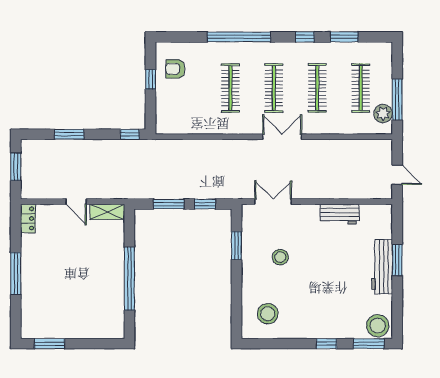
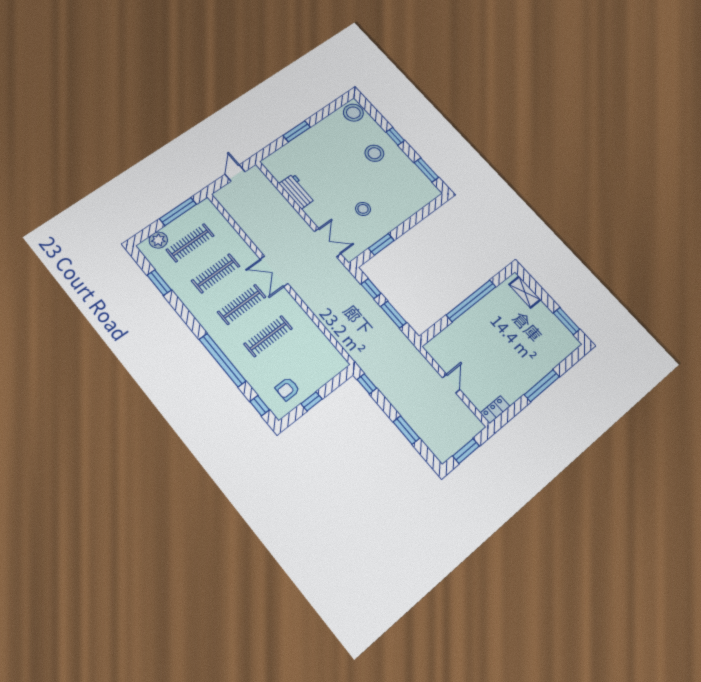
window: (305, 37) -> (260, 406), moved
armchair: (175, 69) -> (287, 389), turned 90
plant: (383, 114) -> (158, 240), moved
double door: (273, 202) -> (328, 243), swing flipped
shelving: (107, 212) -> (525, 292), moved
workbench: (382, 267) -> (310, 138), removed
stool: (268, 314) -> (374, 153), moved
window: (369, 344) -> (426, 170), moved

